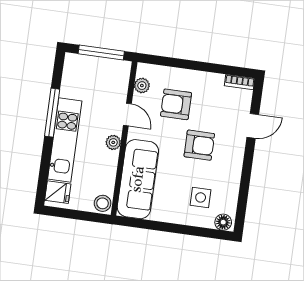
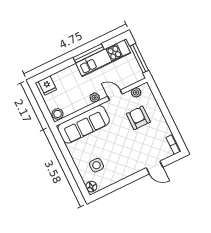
door: (127, 115) -> (115, 95), swing flipped
kitchen unit: (65, 140) -> (103, 58), moved
armchair: (199, 145) -> (125, 145), removed

